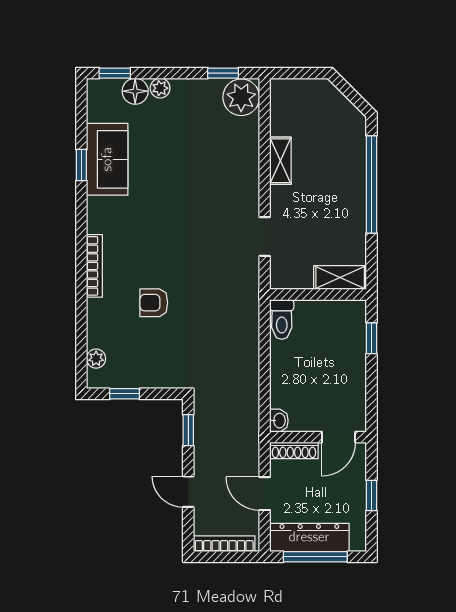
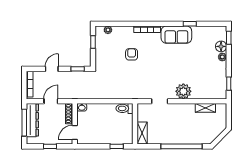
plant: (241, 97) -> (183, 91), moved
sofa: (107, 159) -> (176, 35), moved
shelving: (280, 161) -> (205, 108), moved
door: (339, 437) -> (75, 132), hinge flipped

